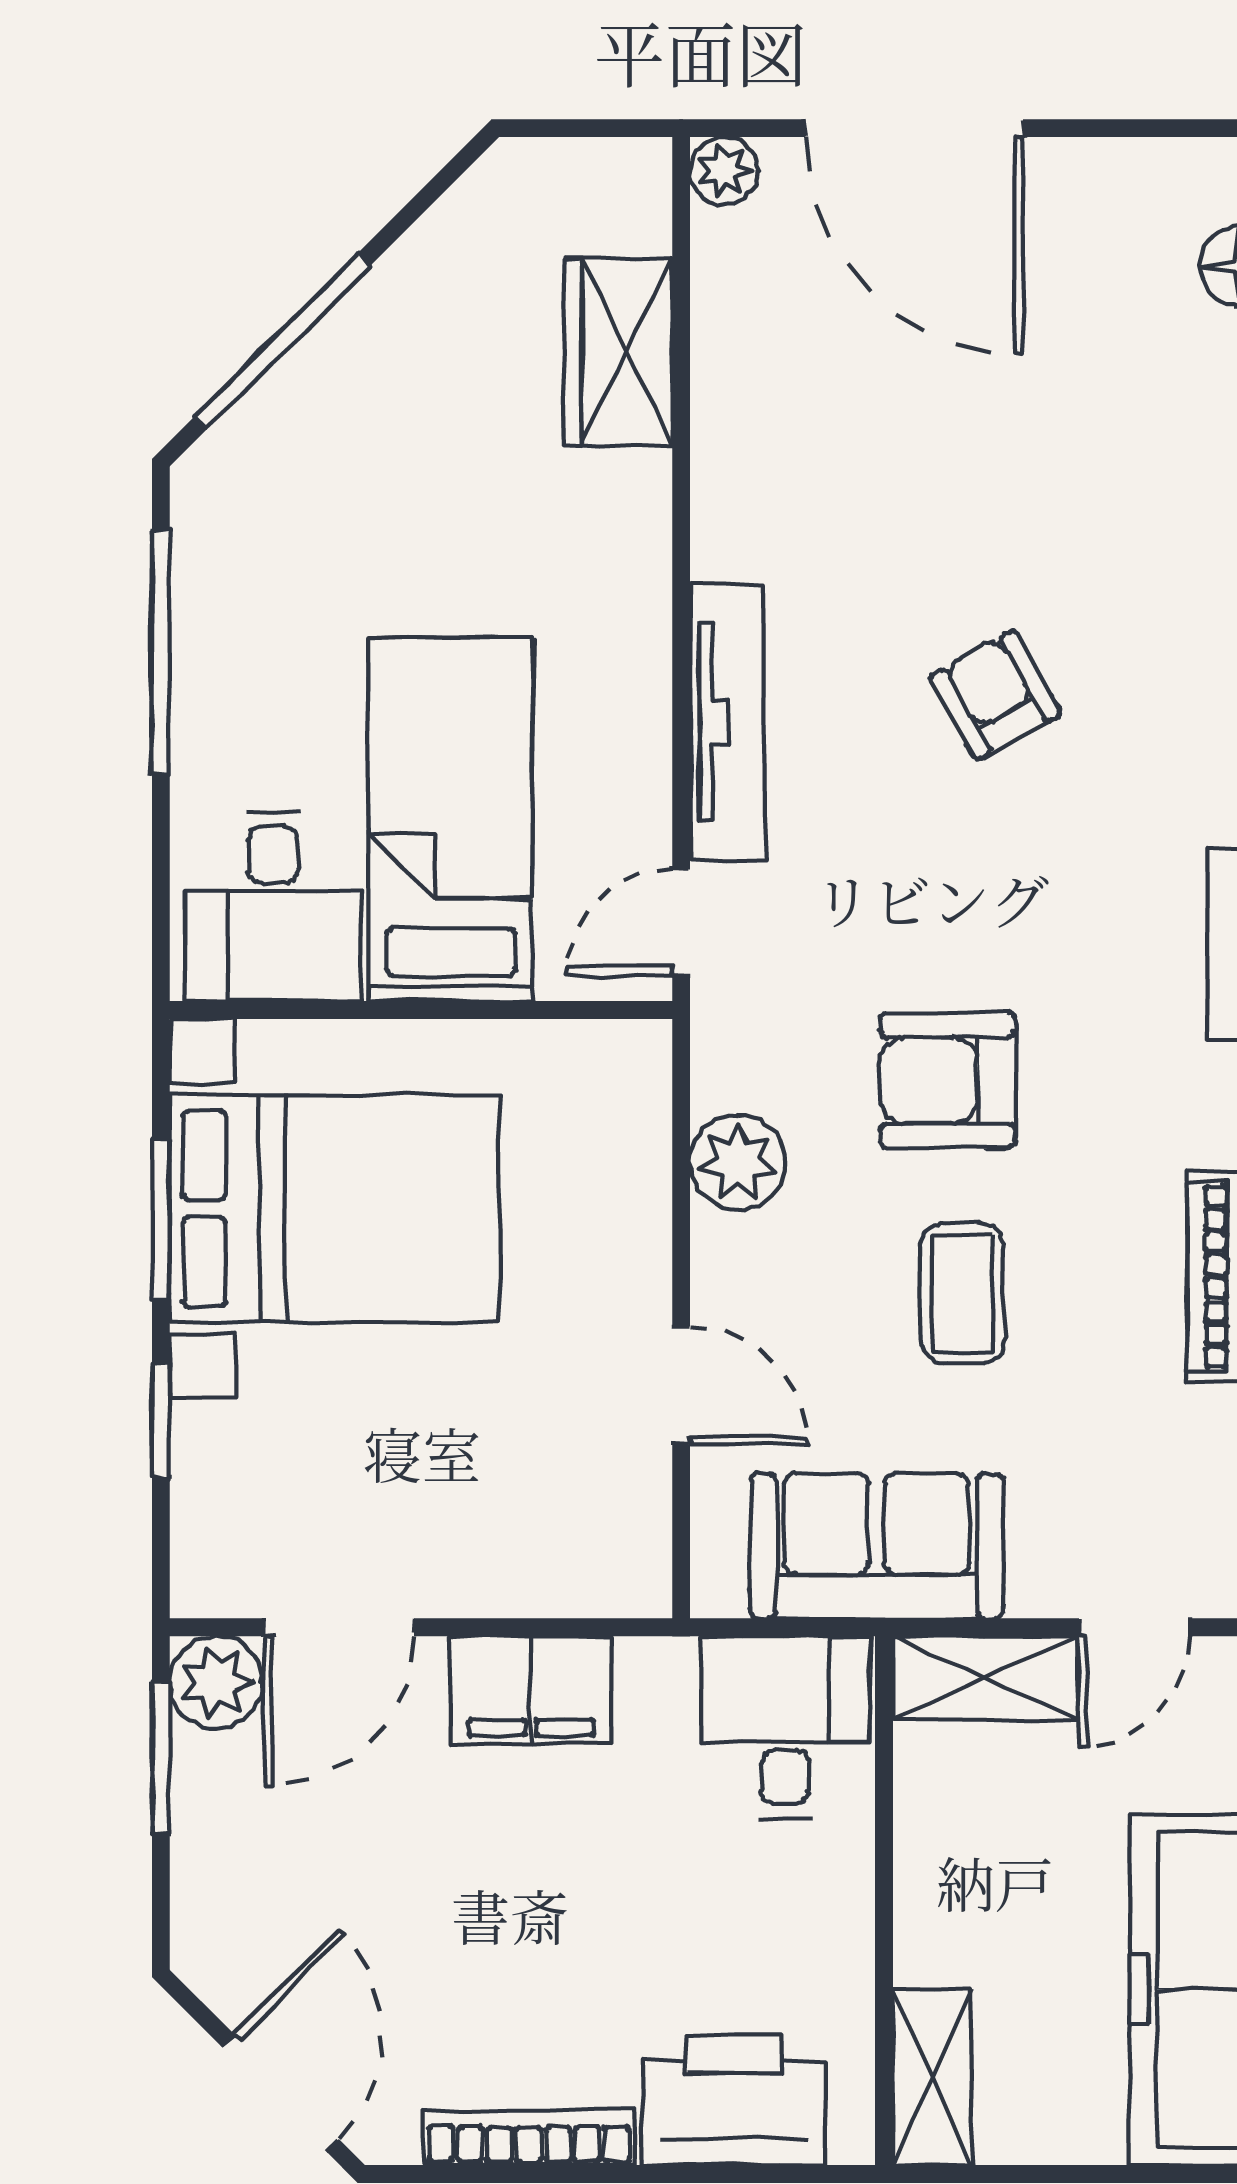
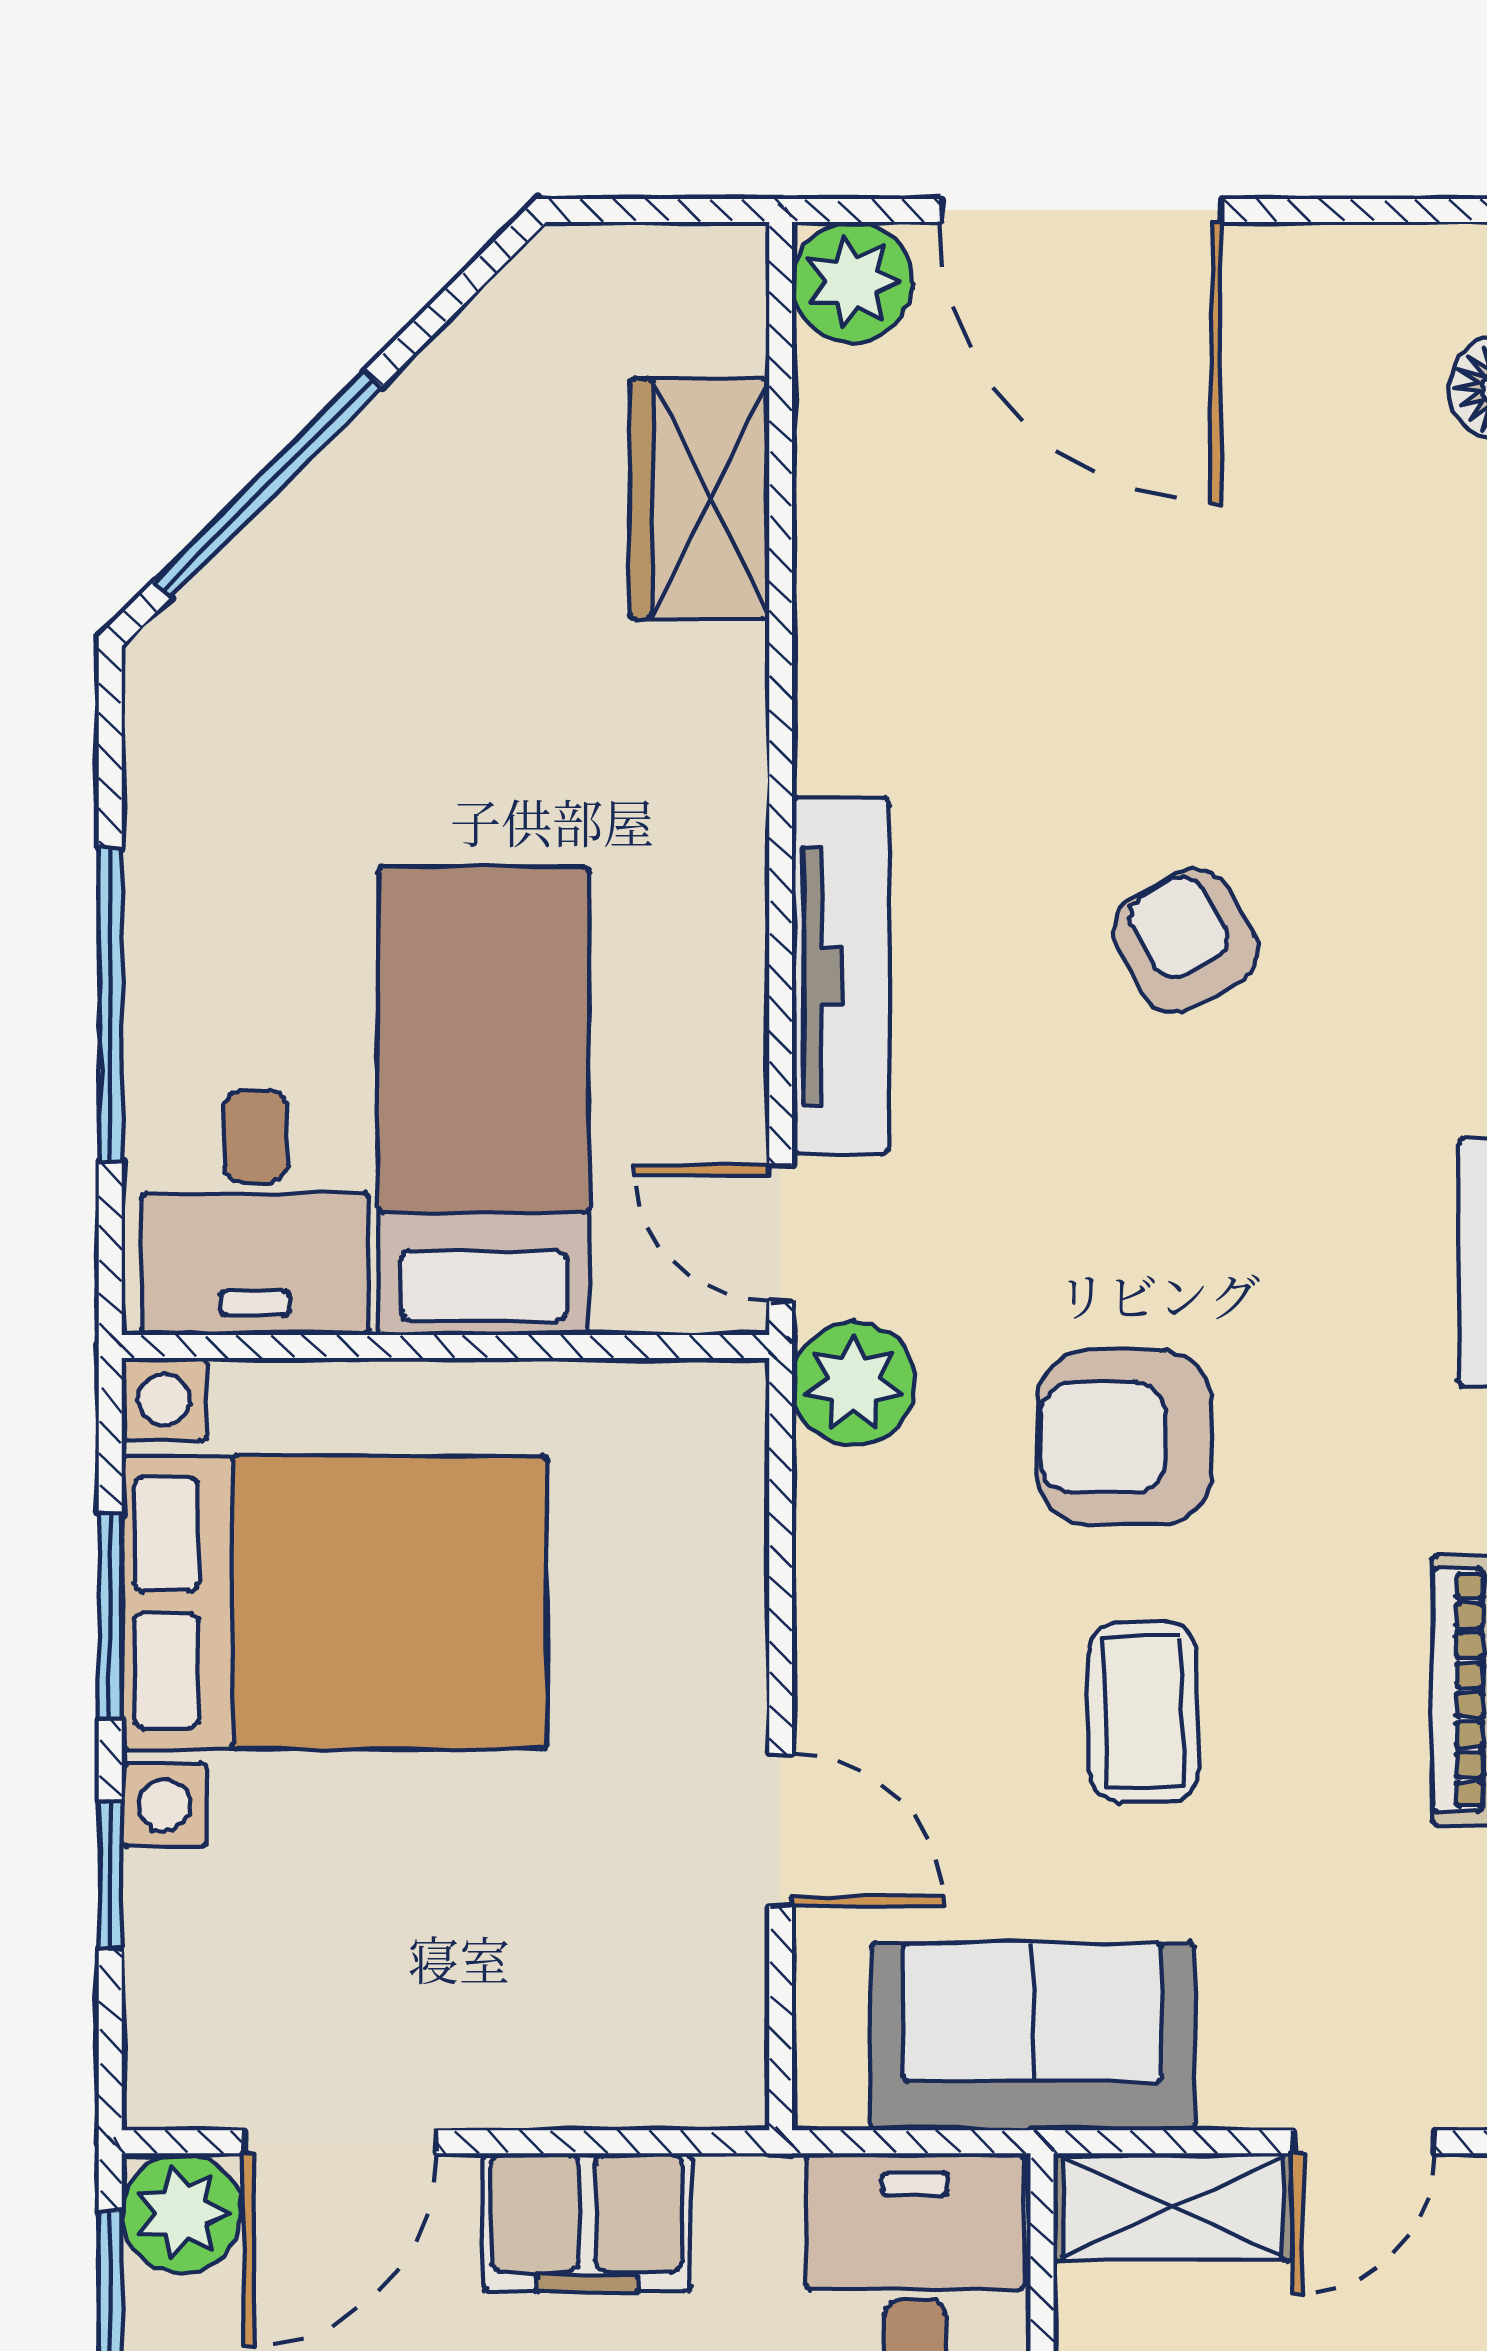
plant: (724, 171) -> (852, 282), width x1.38, depth x1.38
window: (161, 652) -> (110, 1005), moved
door: (681, 922) -> (781, 1233), hinge flipped
plant: (738, 1162) -> (854, 1383), moved

